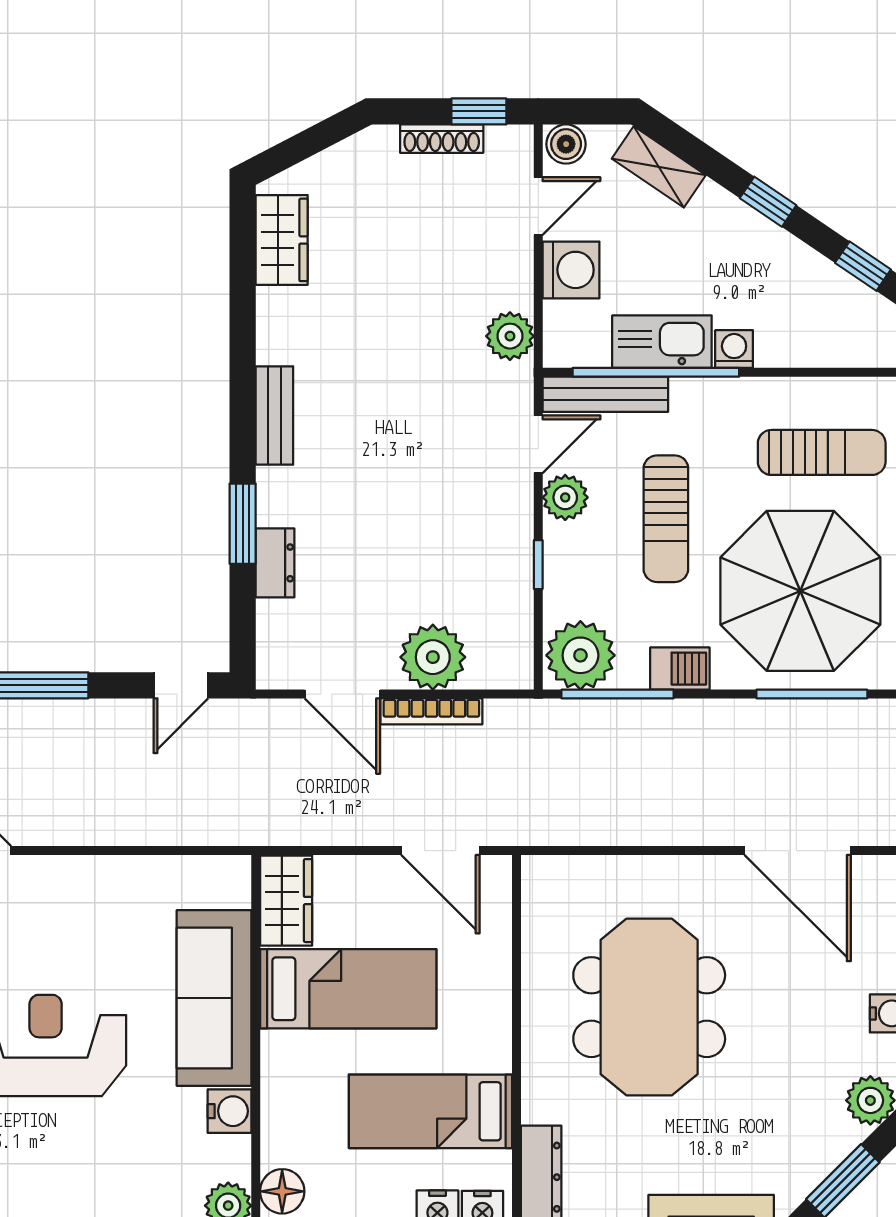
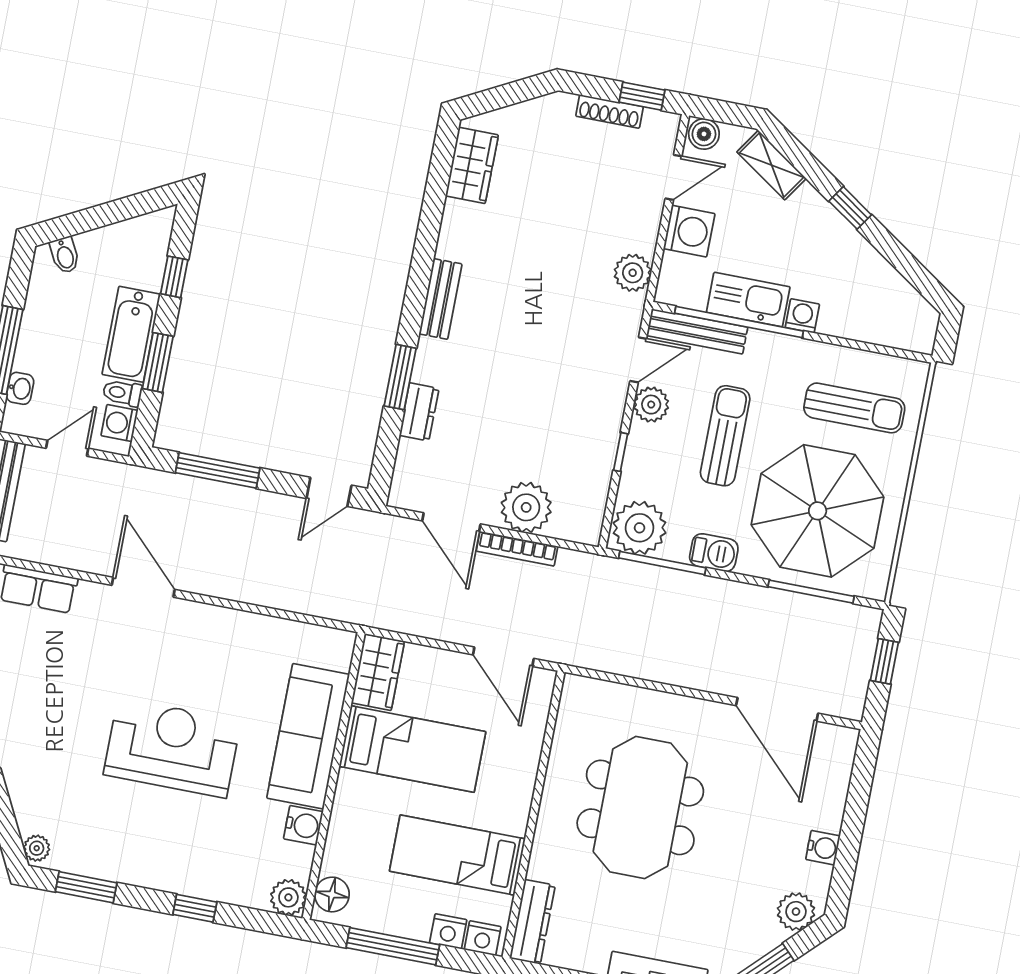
window: (863, 266) -> (913, 271), removed
sun lounger: (666, 519) -> (725, 436), turned 180

